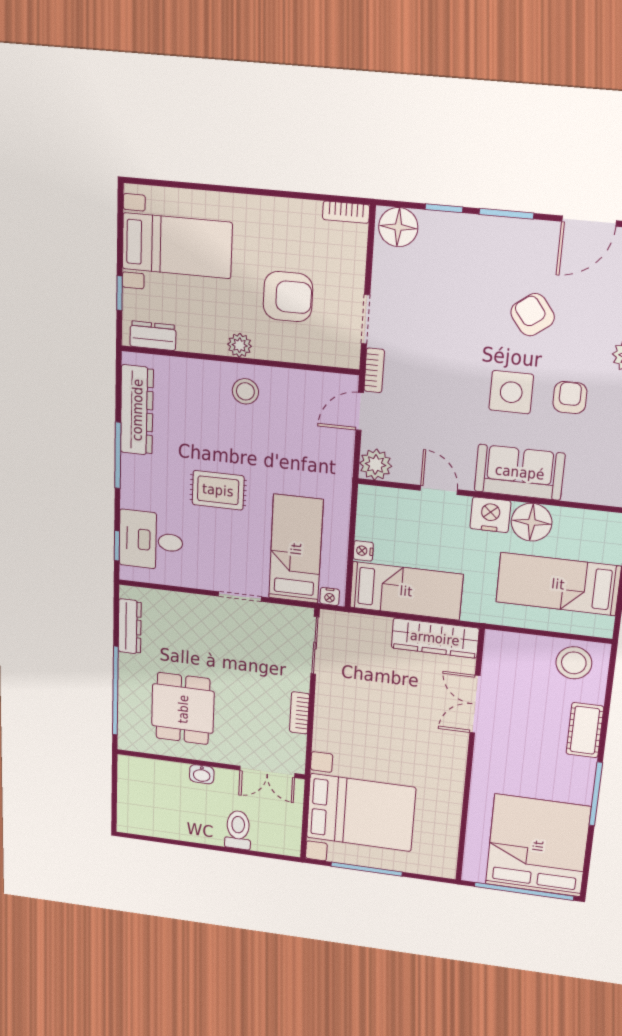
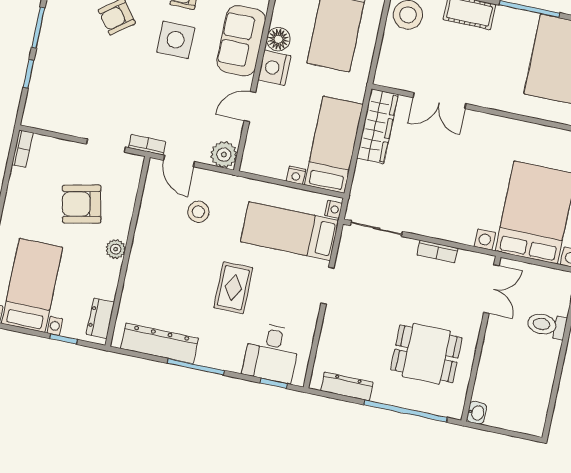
floor lamp: (398, 227) -> (38, 110), removed
armchair: (288, 297) -> (82, 204), turned -102
stool: (245, 391) -> (198, 212), moved
floor lamp: (532, 522) -> (278, 39), width x0.73, depth x0.73
washbasin: (202, 774) -> (477, 413), moved

